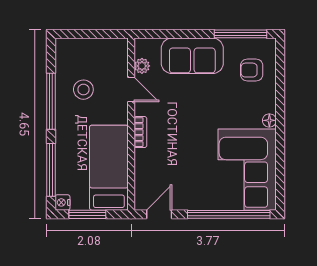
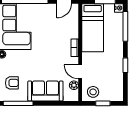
window: (91, 34) -> (103, 103), added
stool: (83, 90) -> (93, 92), moved
window: (51, 101) -> (125, 65), width x0.46

